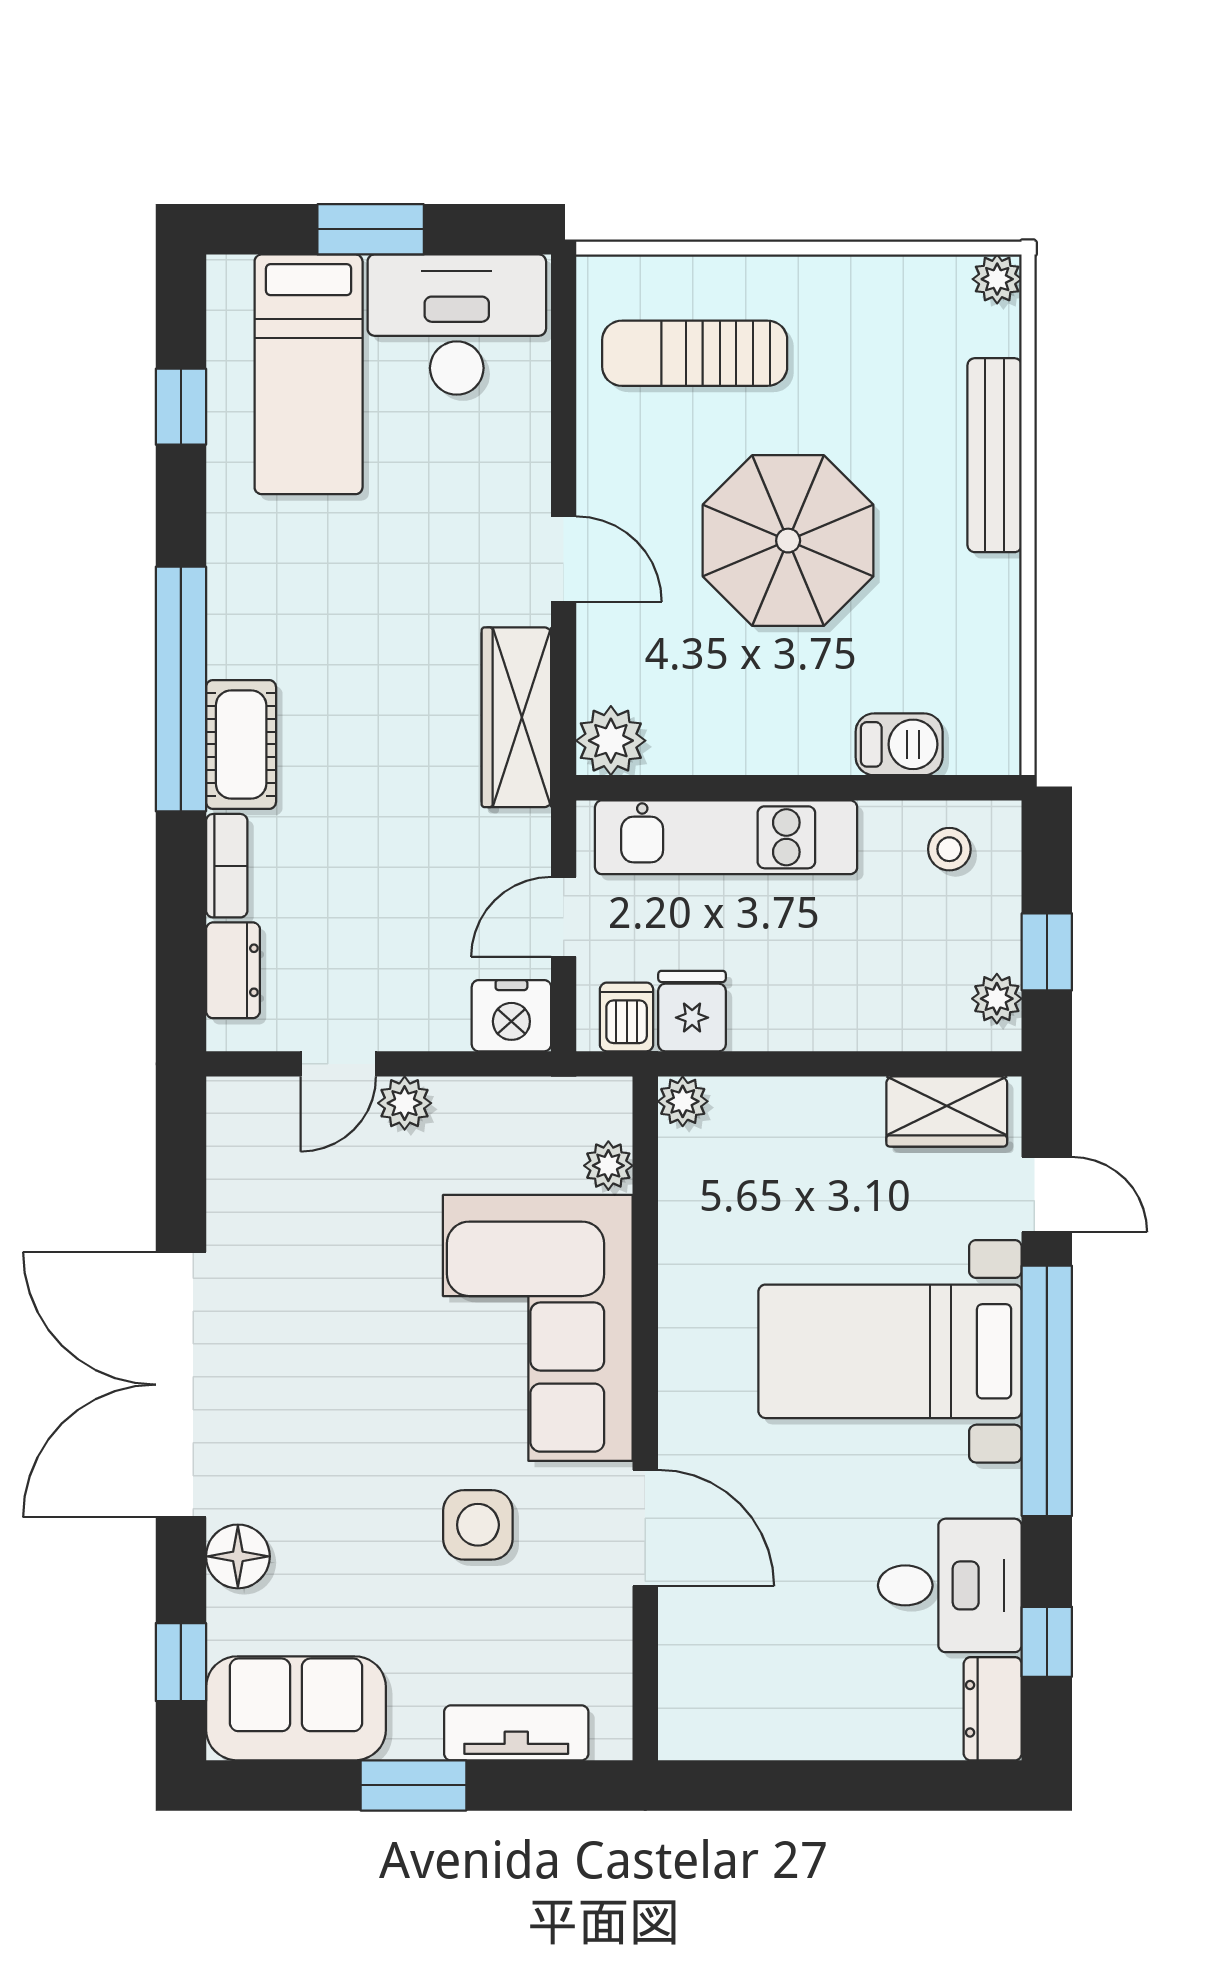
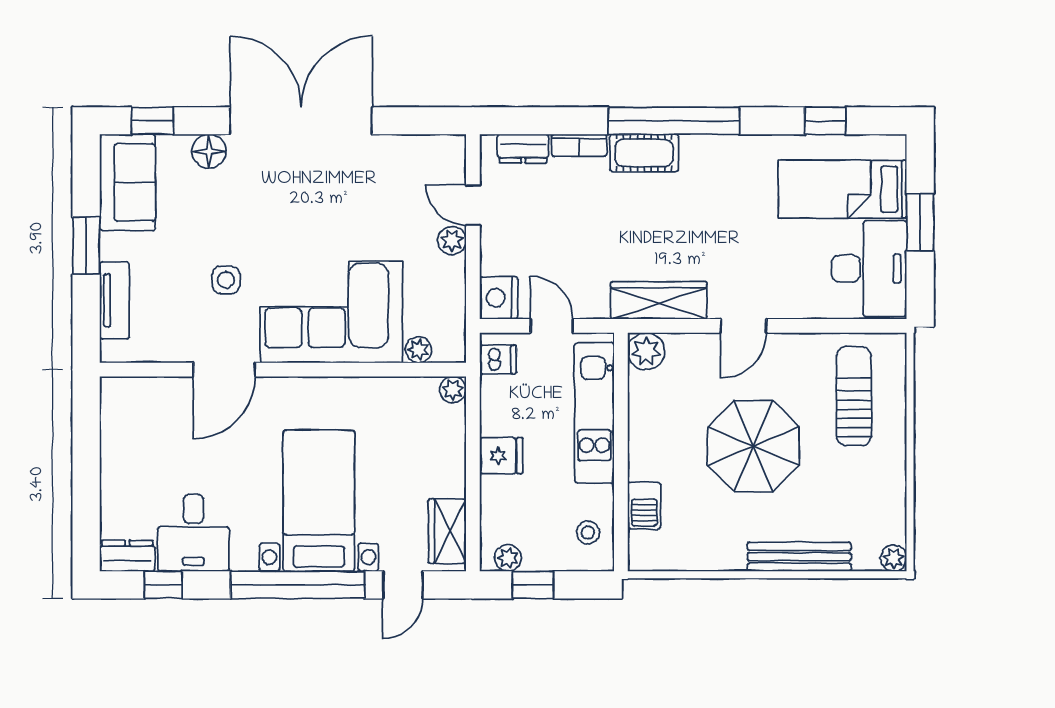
fridge: (692, 1011) -> (501, 456), moved
side table: (478, 1525) -> (226, 280), width x0.73, depth x0.73

